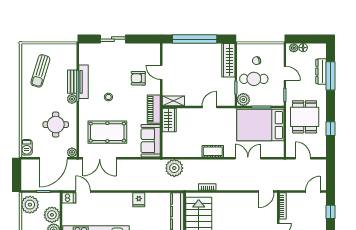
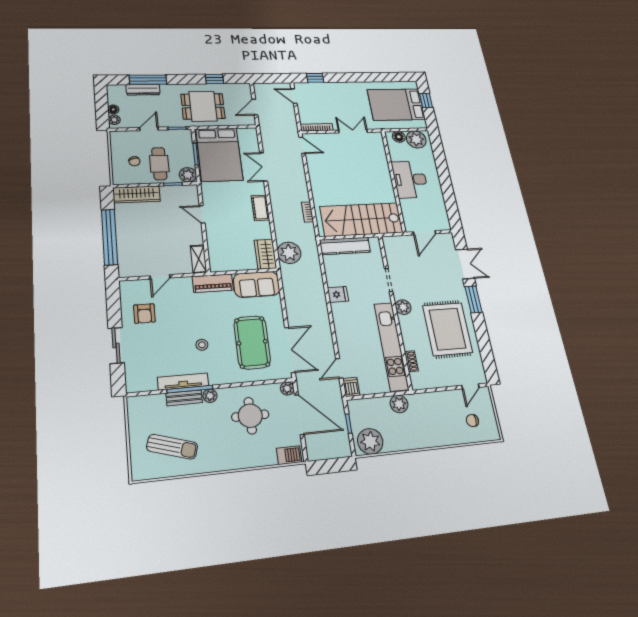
armchair: (138, 78) -> (144, 314), moved
wardrobe: (169, 120) -> (265, 254), moved, turned -90
plant: (52, 215) -> (379, 408), removed

